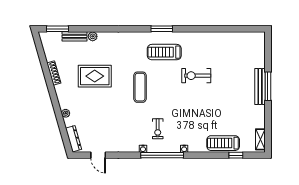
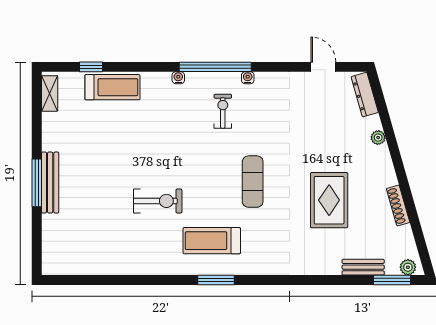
plant: (93, 36) -> (408, 267), moved
treadmill: (164, 52) -> (212, 241), turned 180
rug: (95, 76) -> (329, 200), turned 90

